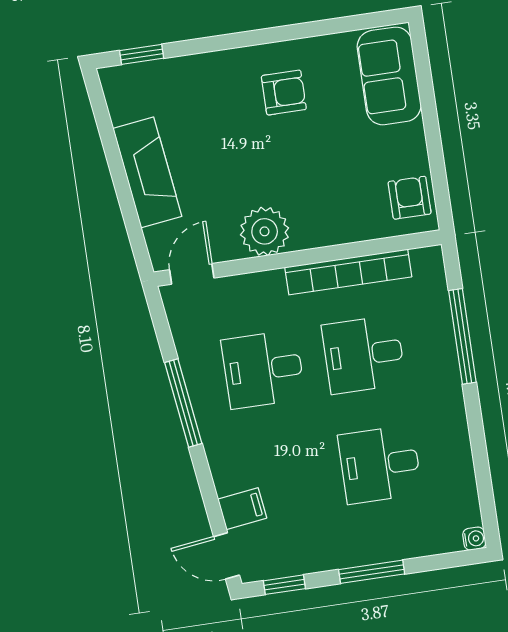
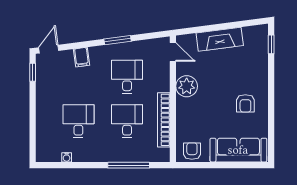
sofa: (389, 76) -> (238, 150), width x1.36
armchair: (410, 198) -> (192, 151), turned -90
window: (183, 403) -> (118, 40), width x0.69
filing cabinet: (242, 509) -> (81, 57), moved
water cooler: (474, 539) -> (67, 157), moved
window: (372, 572) -> (33, 111), removed

